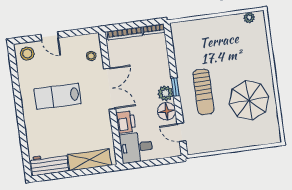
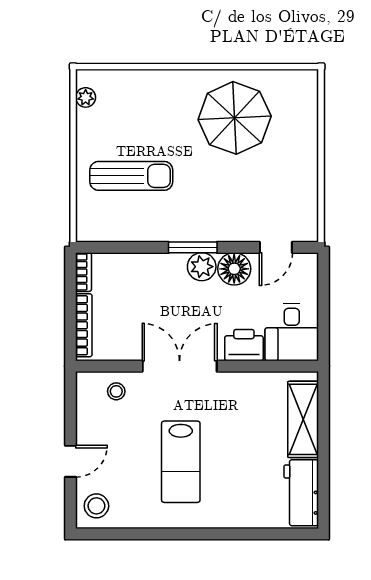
window: (175, 87) -> (193, 247), width x1.50
sun lounger: (203, 92) -> (131, 176), moved

